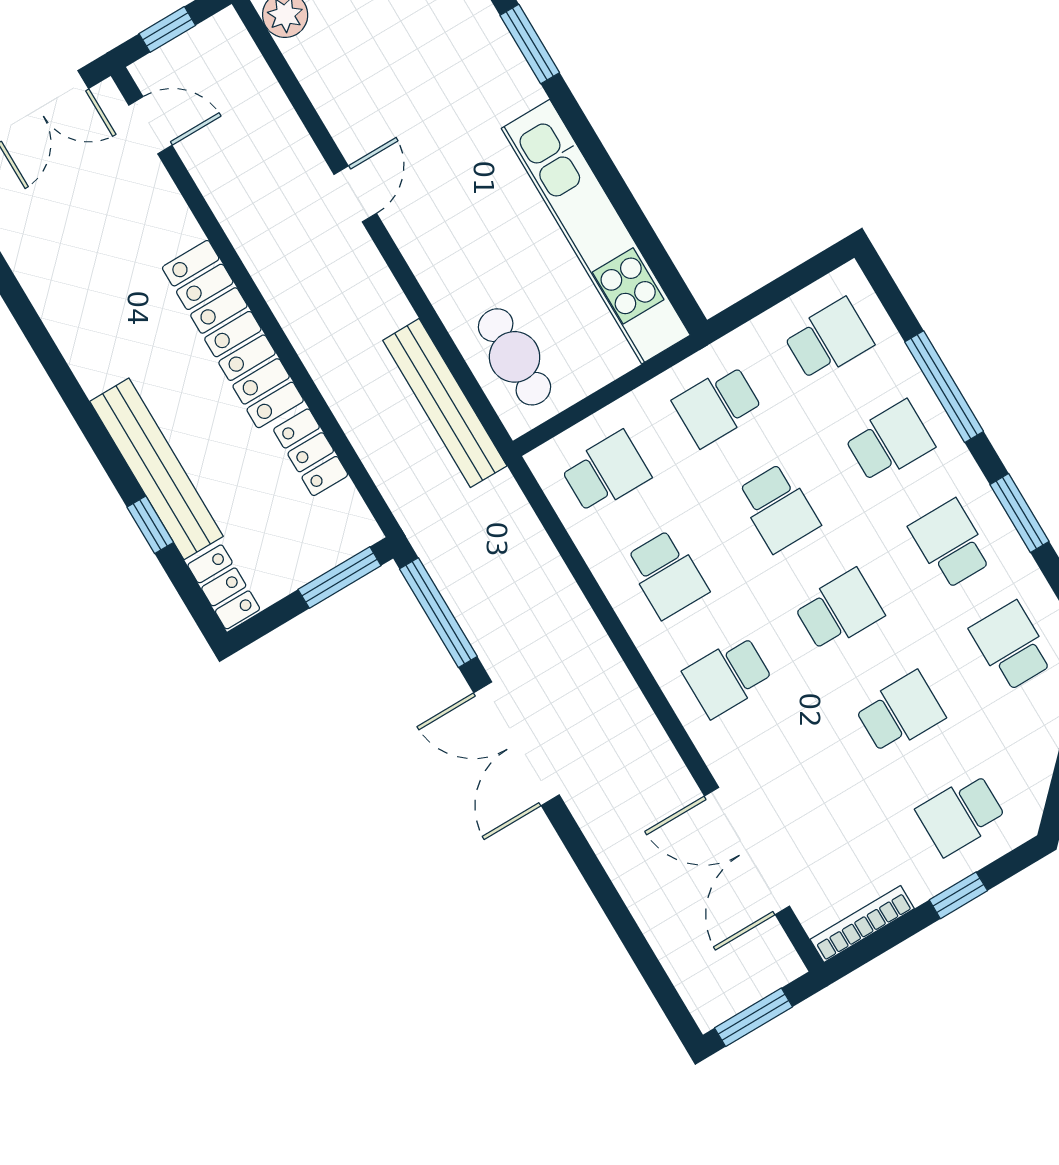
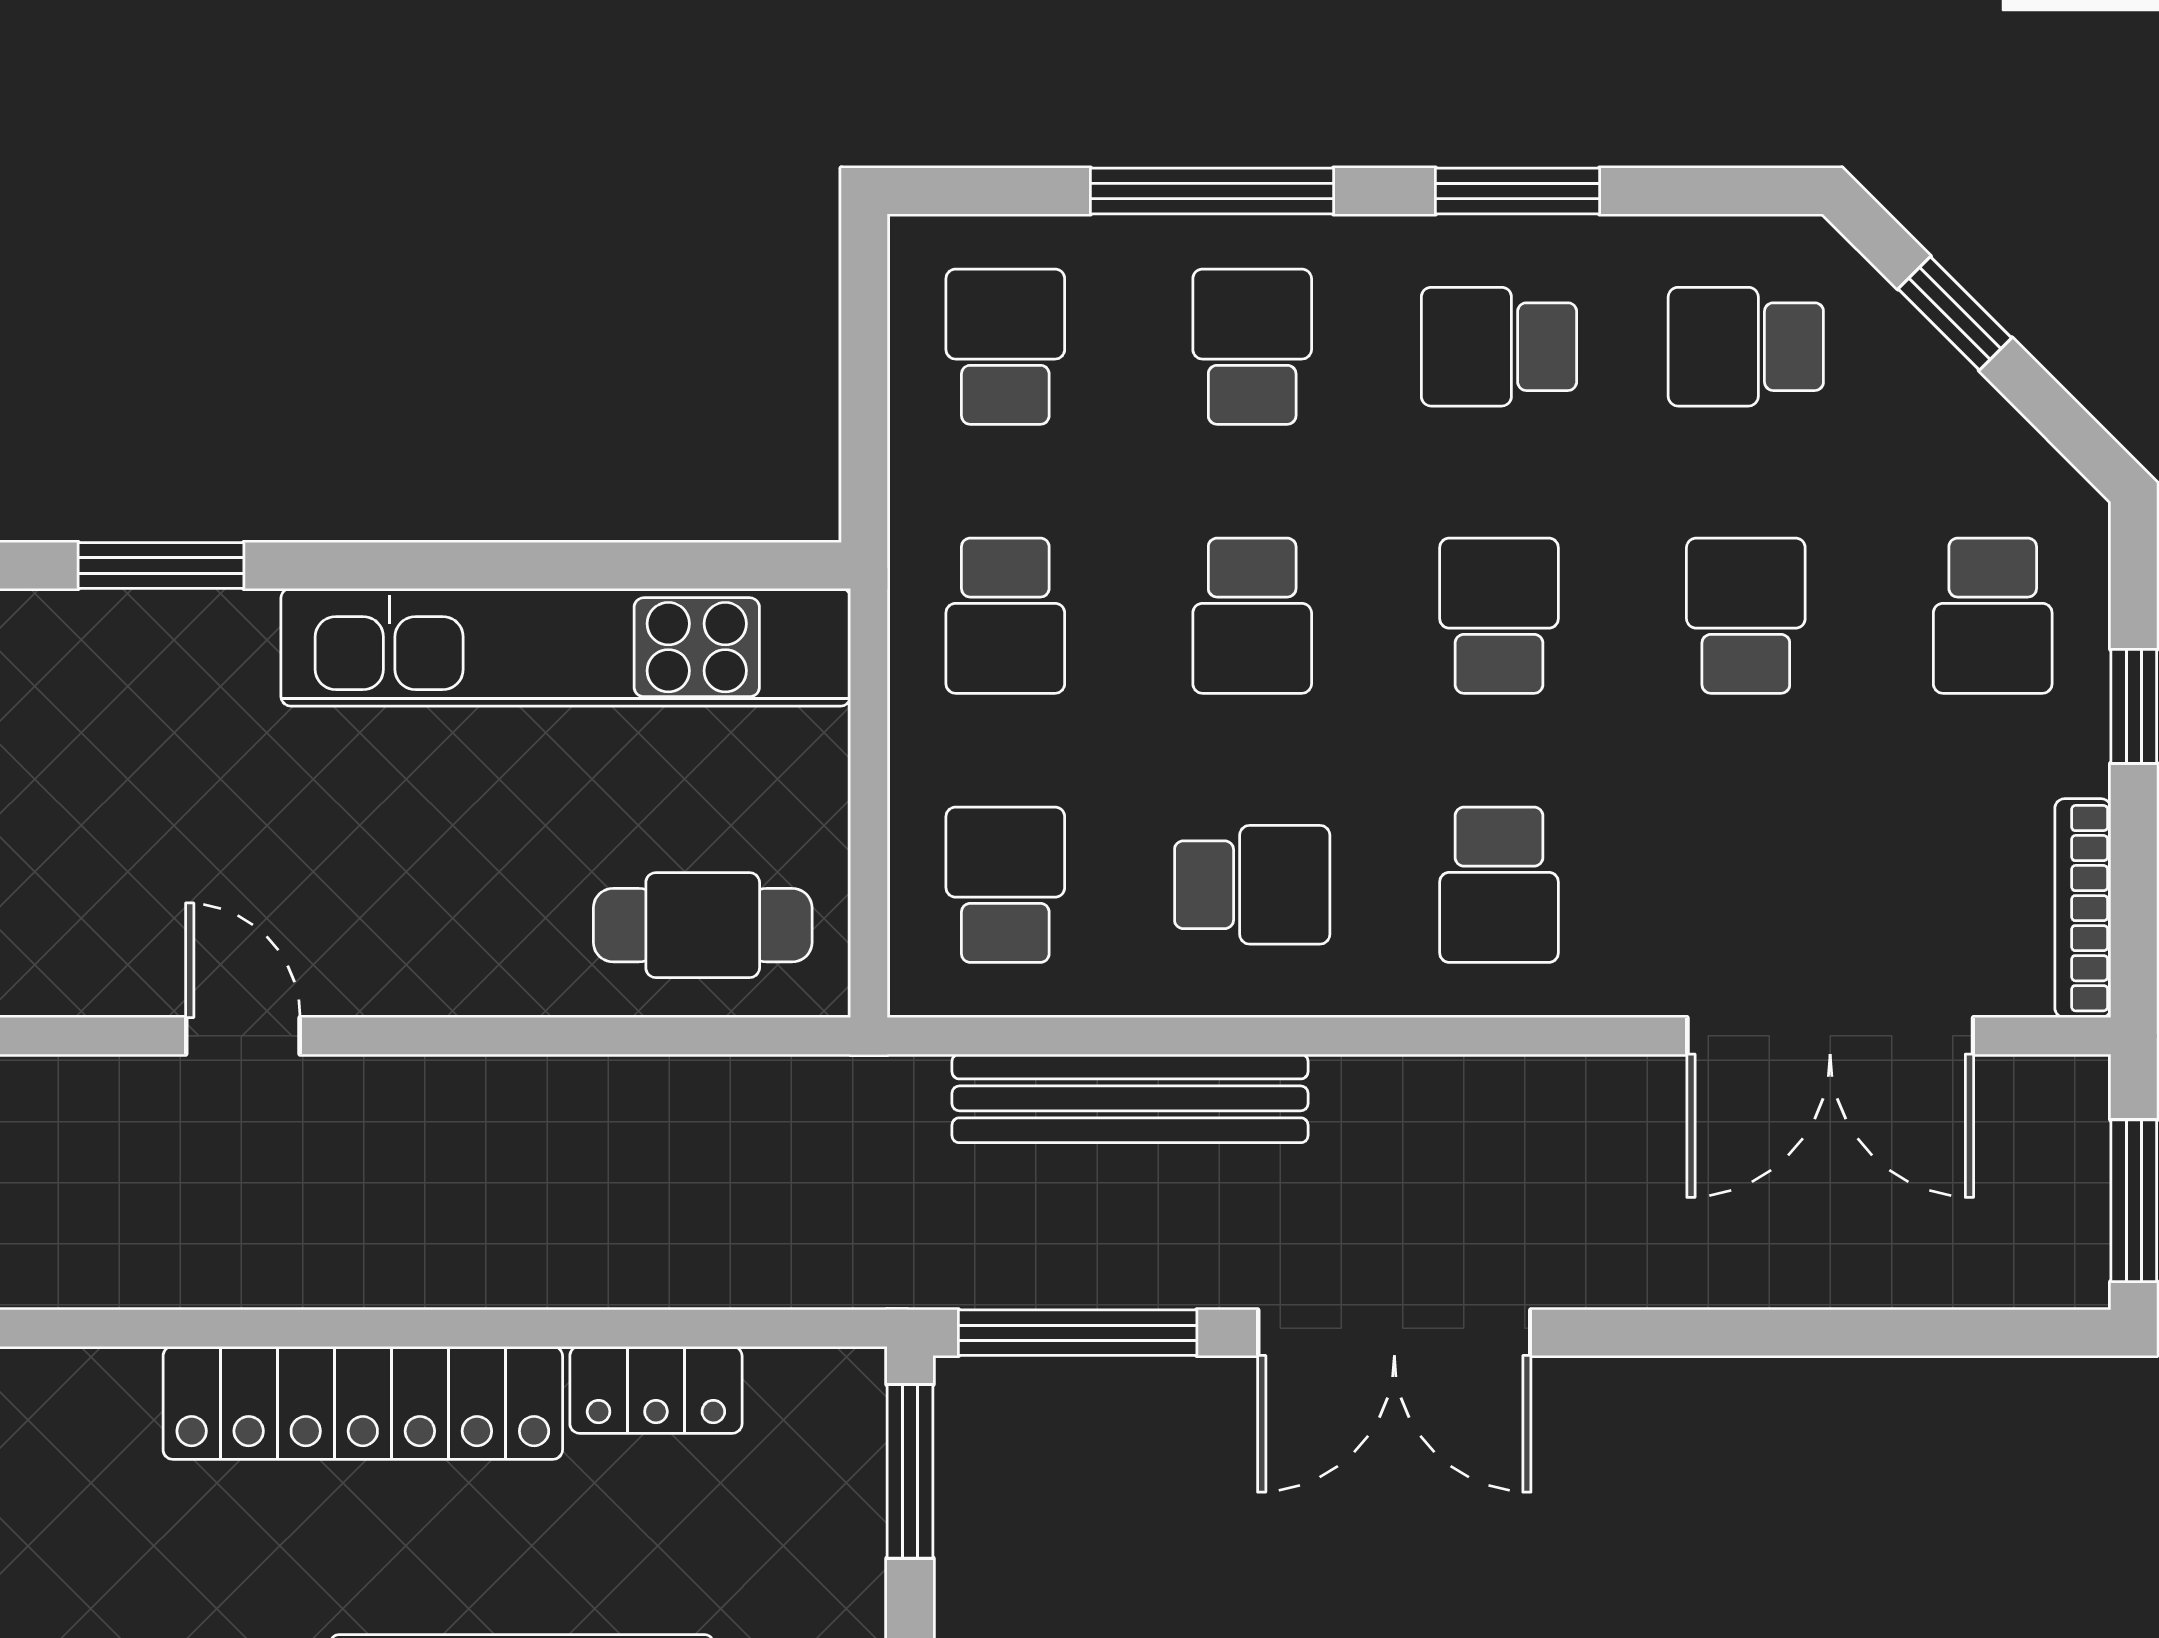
bench: (445, 403) -> (1130, 1098), moved
school desk: (778, 508) -> (1252, 616), turned 90

